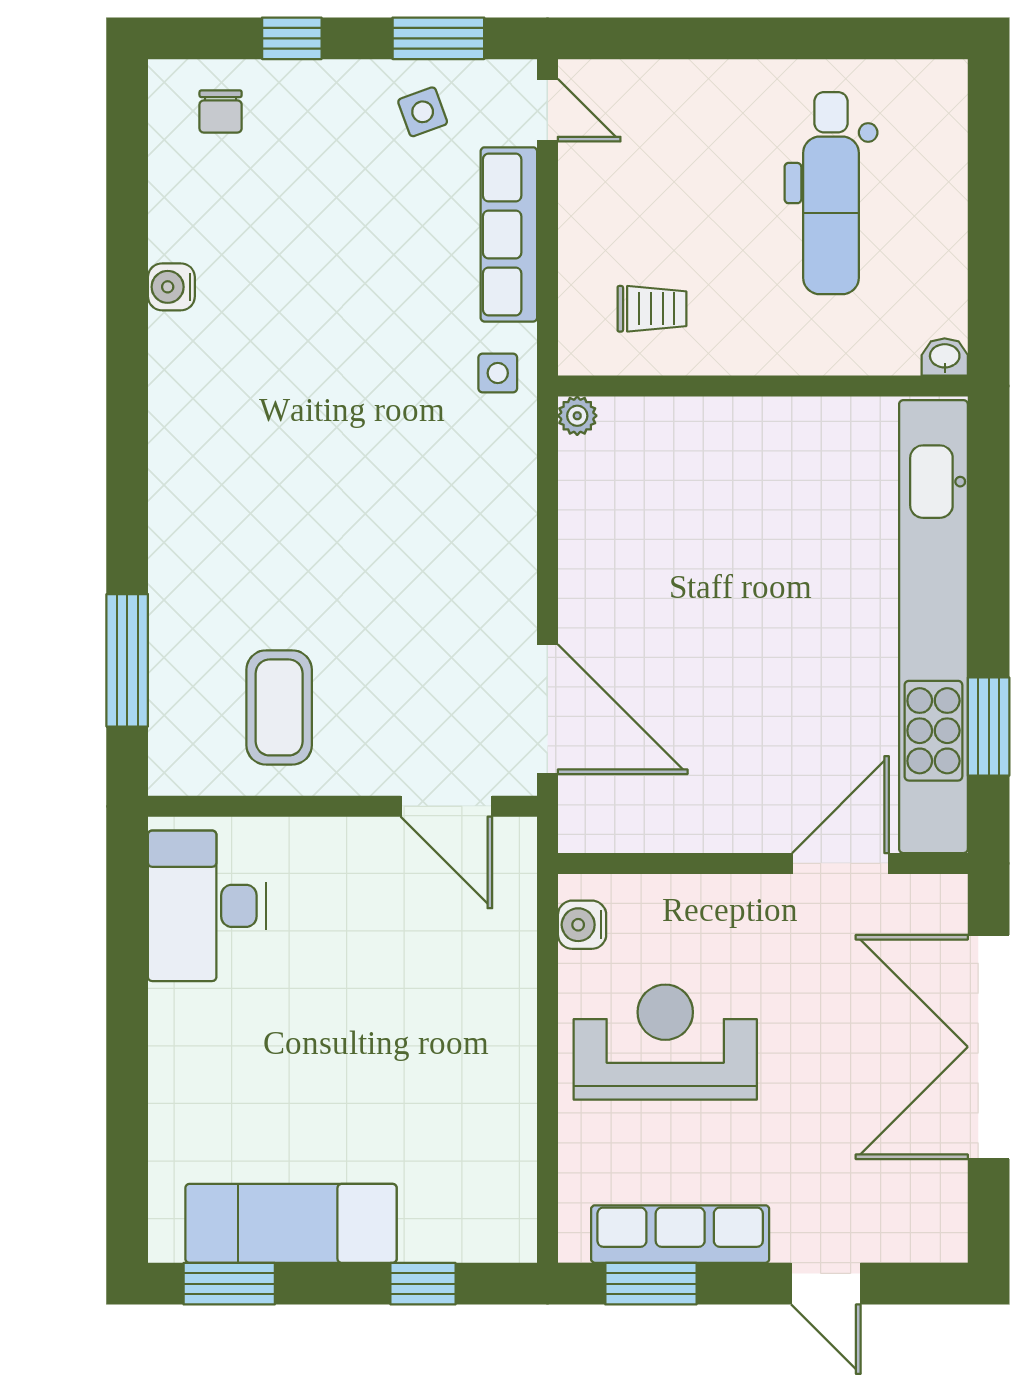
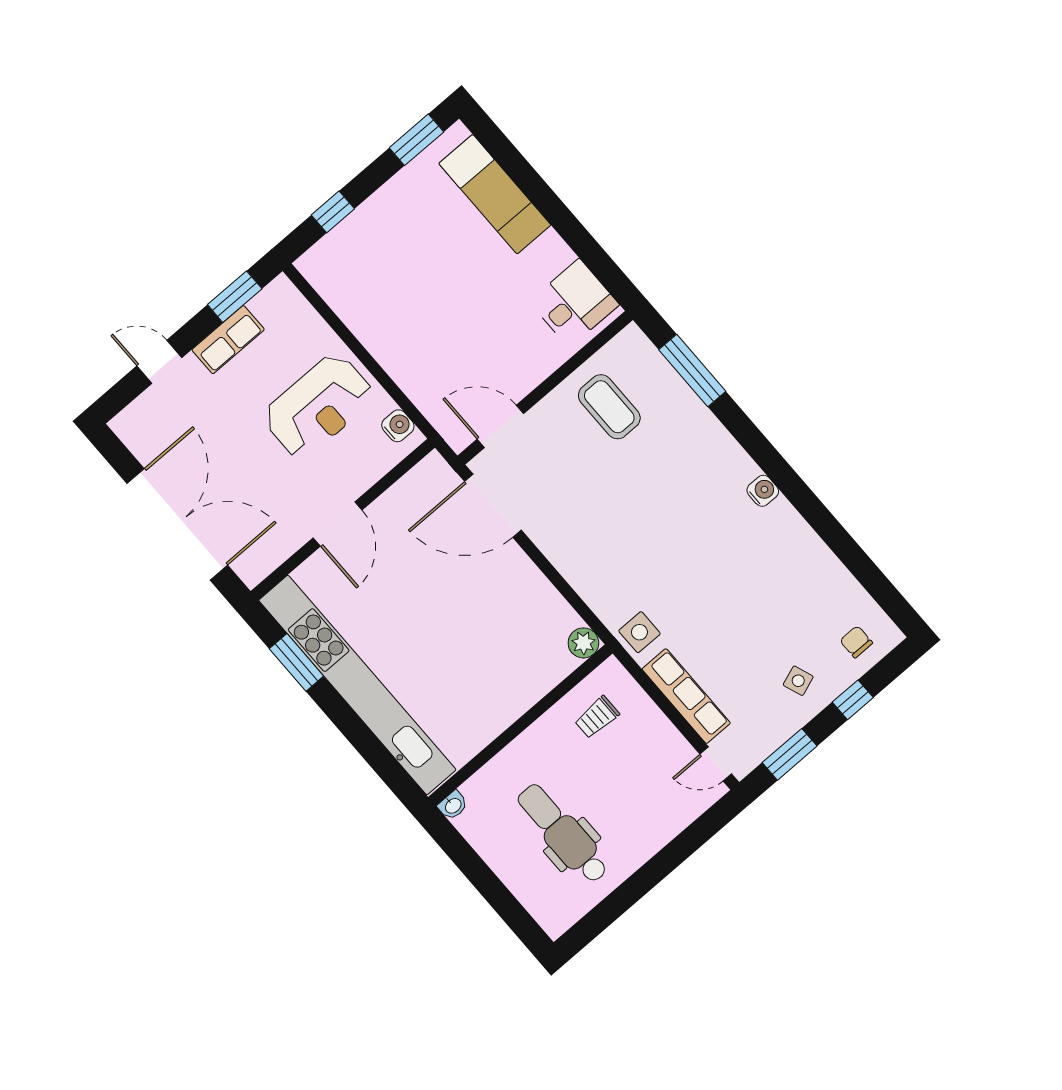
side table: (423, 112) -> (798, 681), moved
water cooler: (171, 287) -> (763, 491), moved
side table: (498, 373) -> (639, 632), width x1.37, depth x1.37
plant: (577, 416) -> (583, 643), width x1.38, depth x1.38
door: (841, 863) -> (338, 524), moved
desk: (207, 906) -> (574, 303), width x0.73
exam couch: (291, 1223) -> (495, 194), moved, turned 90
row of seats: (680, 1234) -> (228, 340), width x0.68

